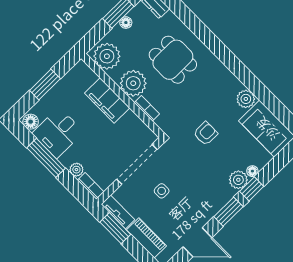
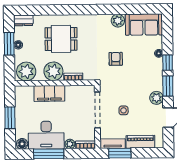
desk: (58, 133) -> (46, 135), width x1.37
plant: (238, 180) -> (157, 98), moved

